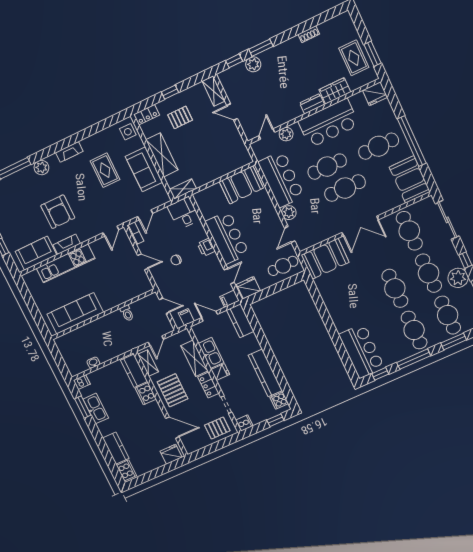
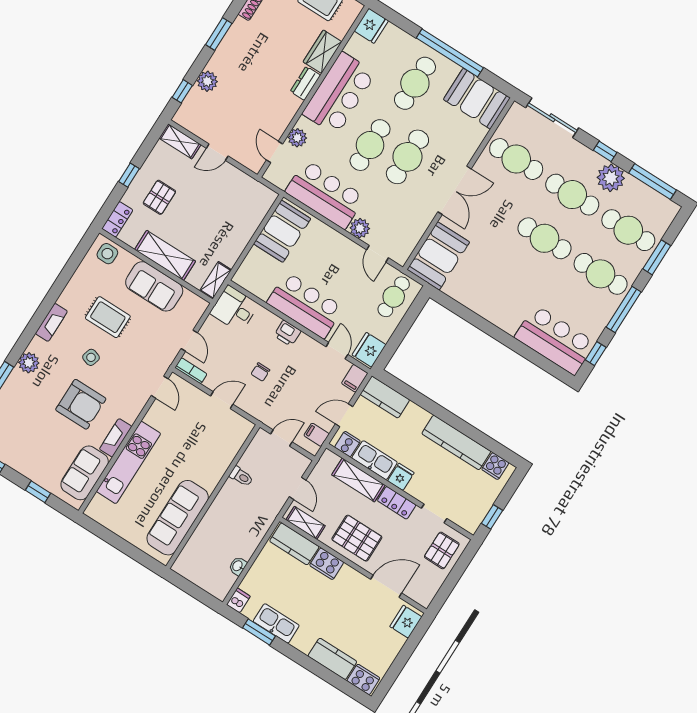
window: (261, 48) -> (219, 34), moved
side table: (81, 188) -> (91, 357), added
window: (275, 420) -> (492, 517), moved
cooker: (244, 423) -> (347, 444), moved

